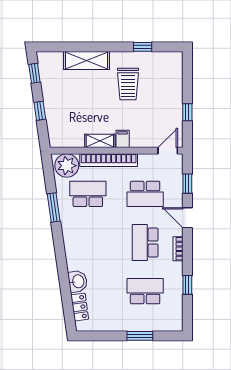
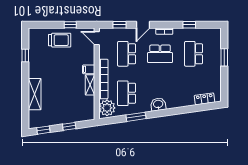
trolley: (128, 84) -> (60, 40), moved
school desk: (145, 194) -> (127, 54), turned 180
washbasin: (78, 281) -> (158, 104), moved

